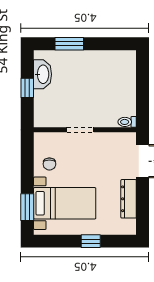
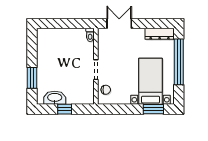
chair: (49, 164) -> (106, 90), moved
dresser: (129, 199) -> (160, 34), moved
window: (91, 241) -> (179, 62), width x3.17

